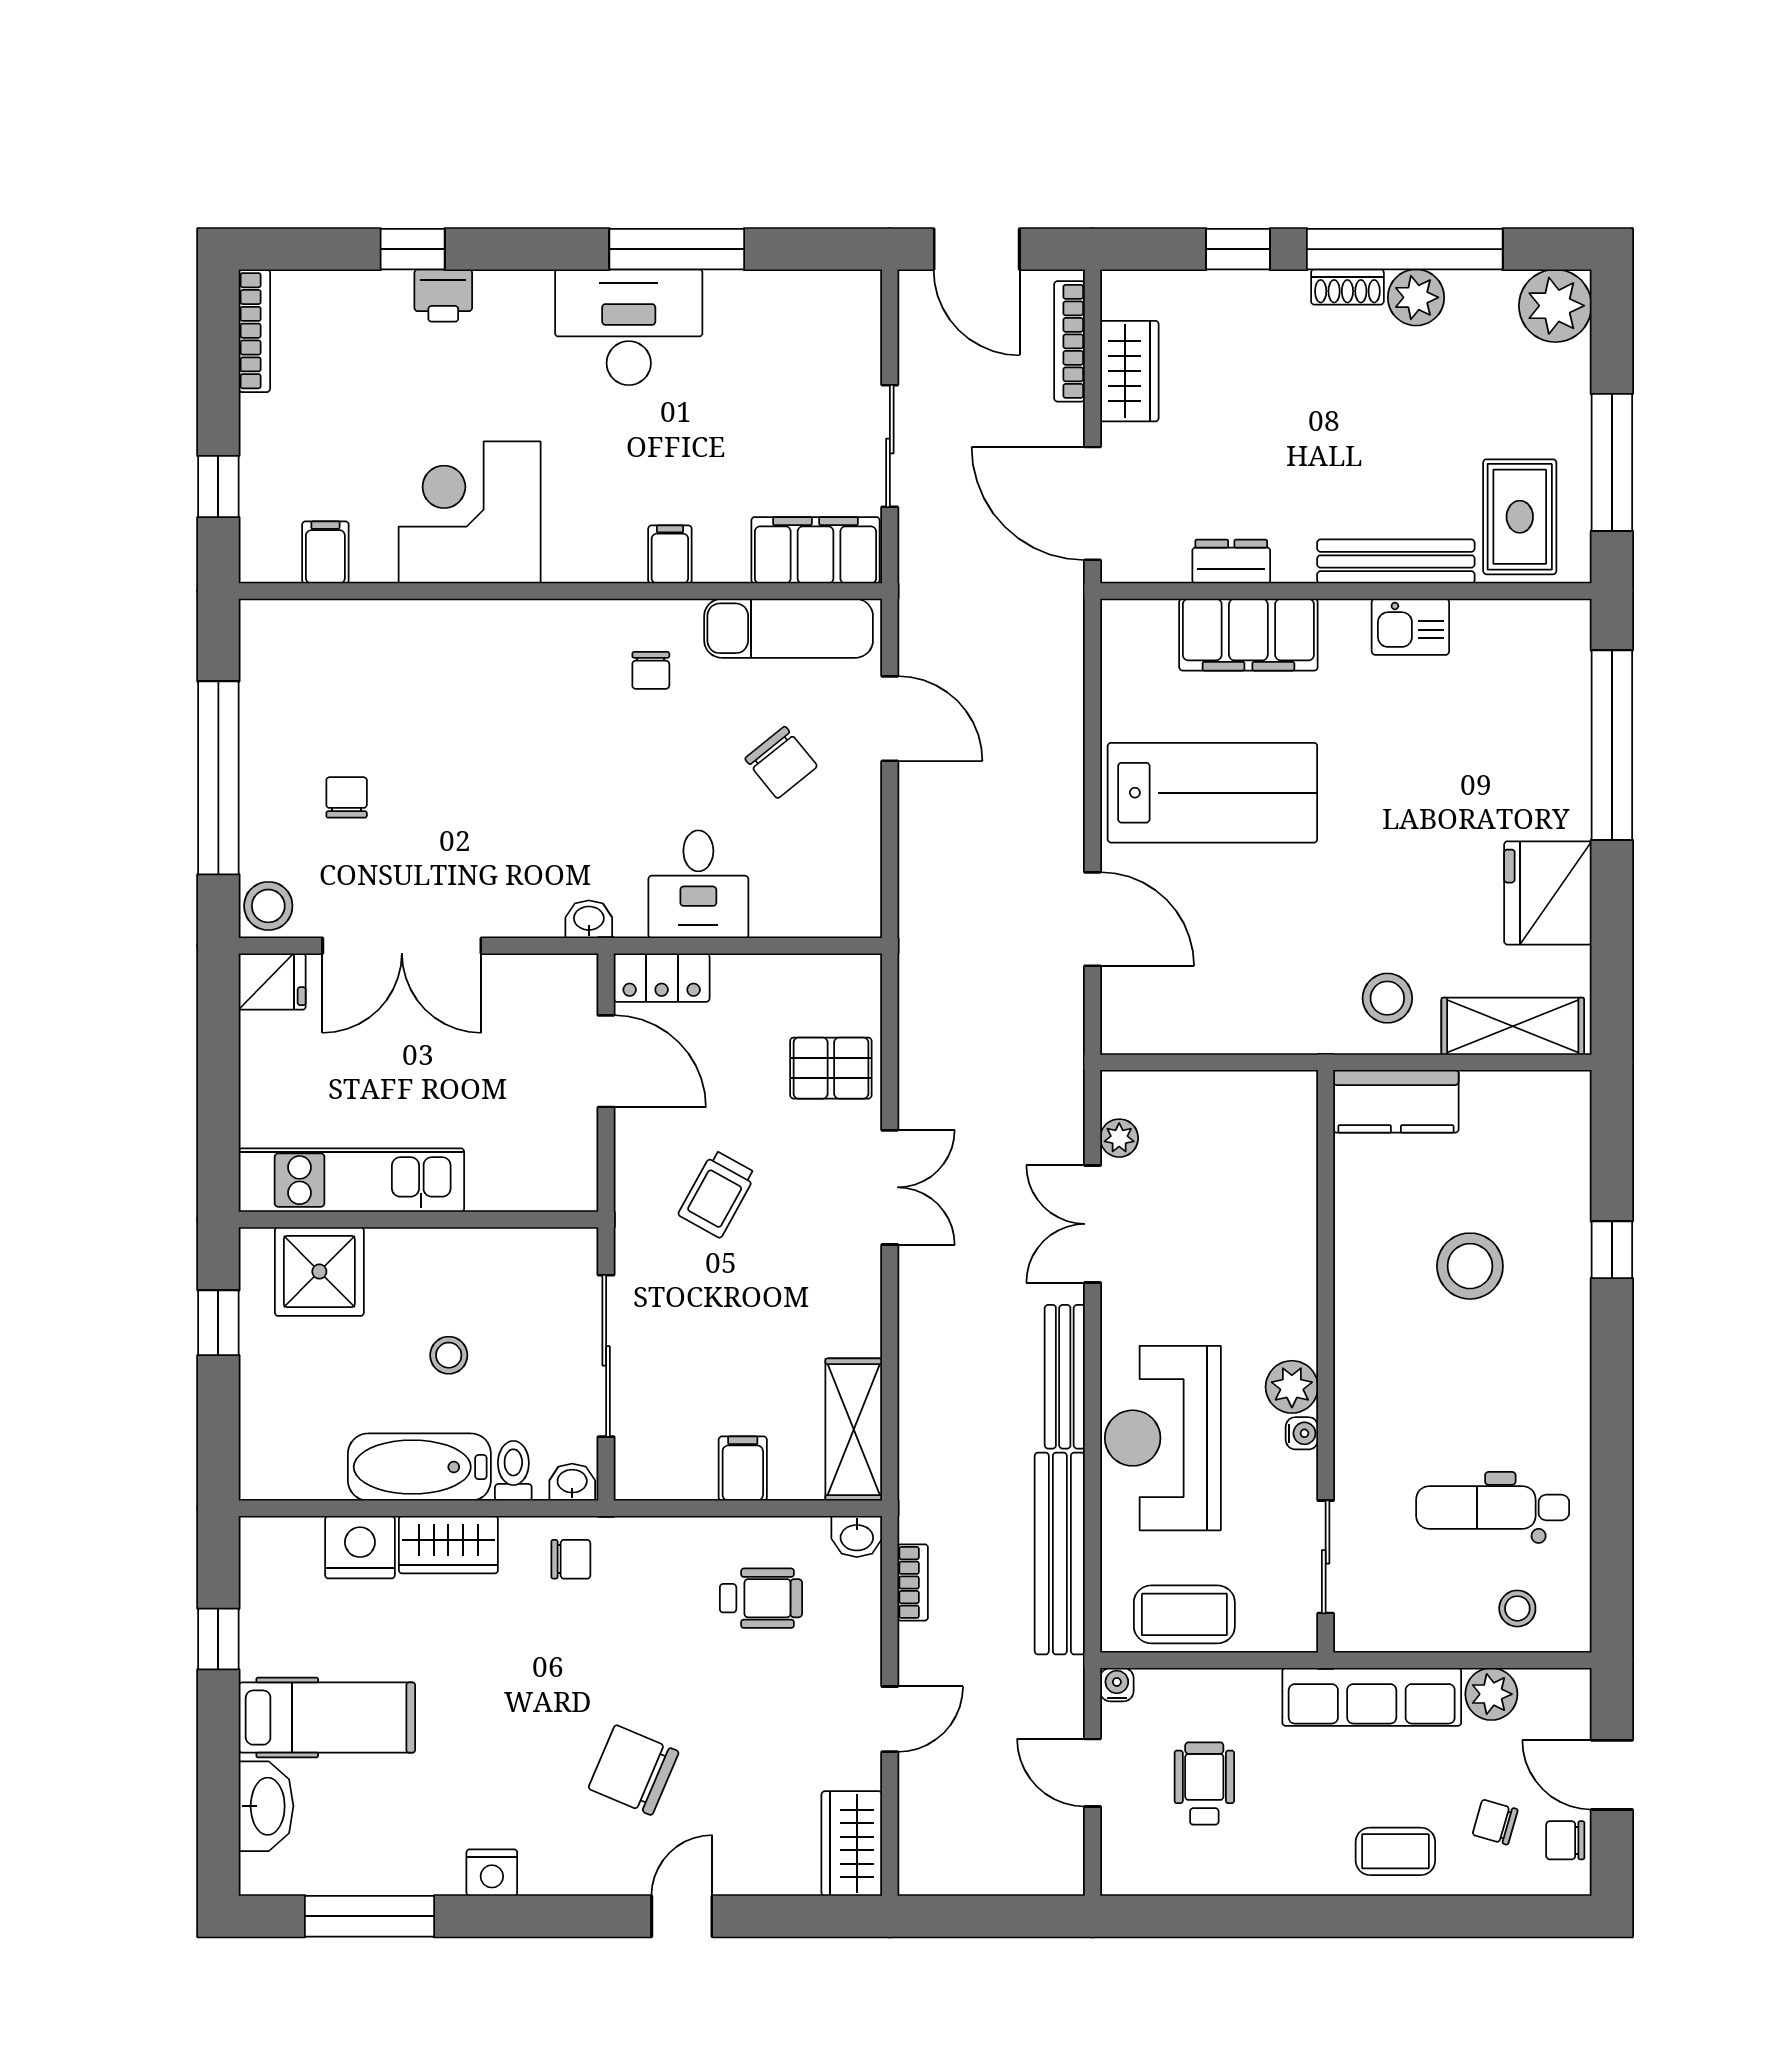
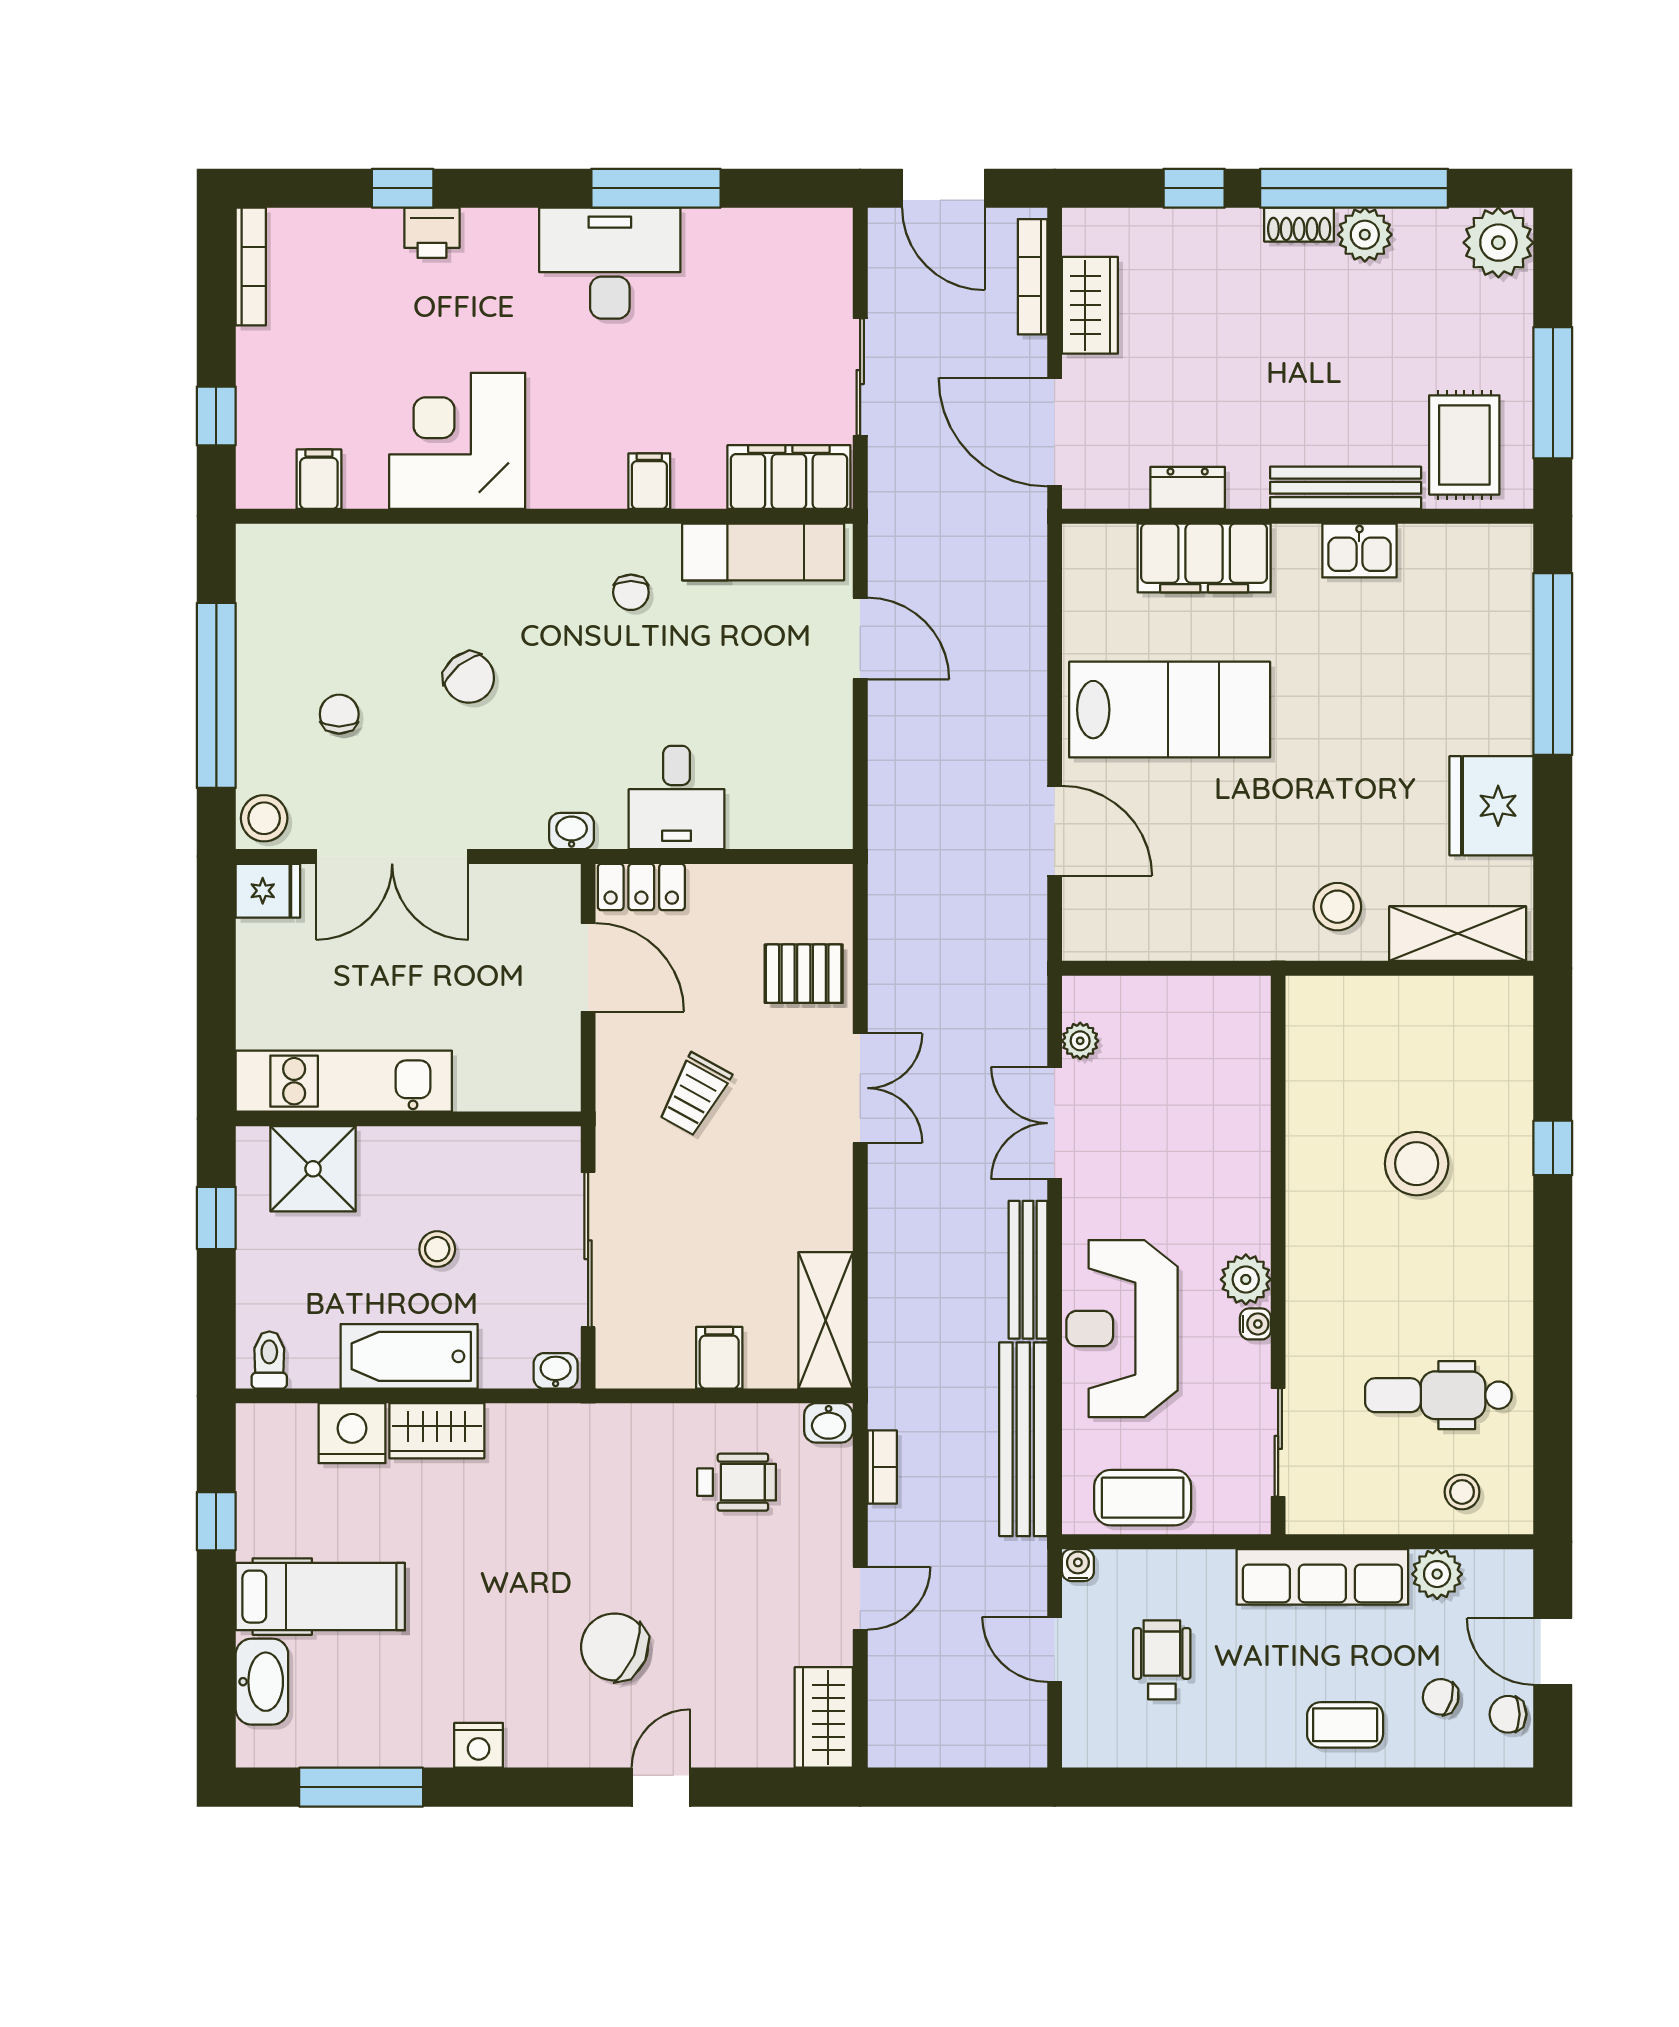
chair: (781, 762) -> (469, 678), moved
kitchen counter: (1396, 1101) -> (1346, 1006), removed
toilet: (513, 1471) -> (269, 1360), moved
chair: (571, 1559) -> (554, 1445), removed

